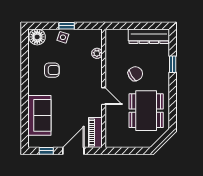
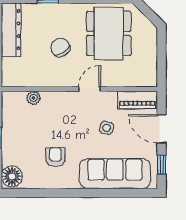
side table: (63, 37) -> (107, 128), moved
dining table: (146, 111) -> (109, 33), turned 90
sofa: (39, 115) -> (115, 174), width x1.36

